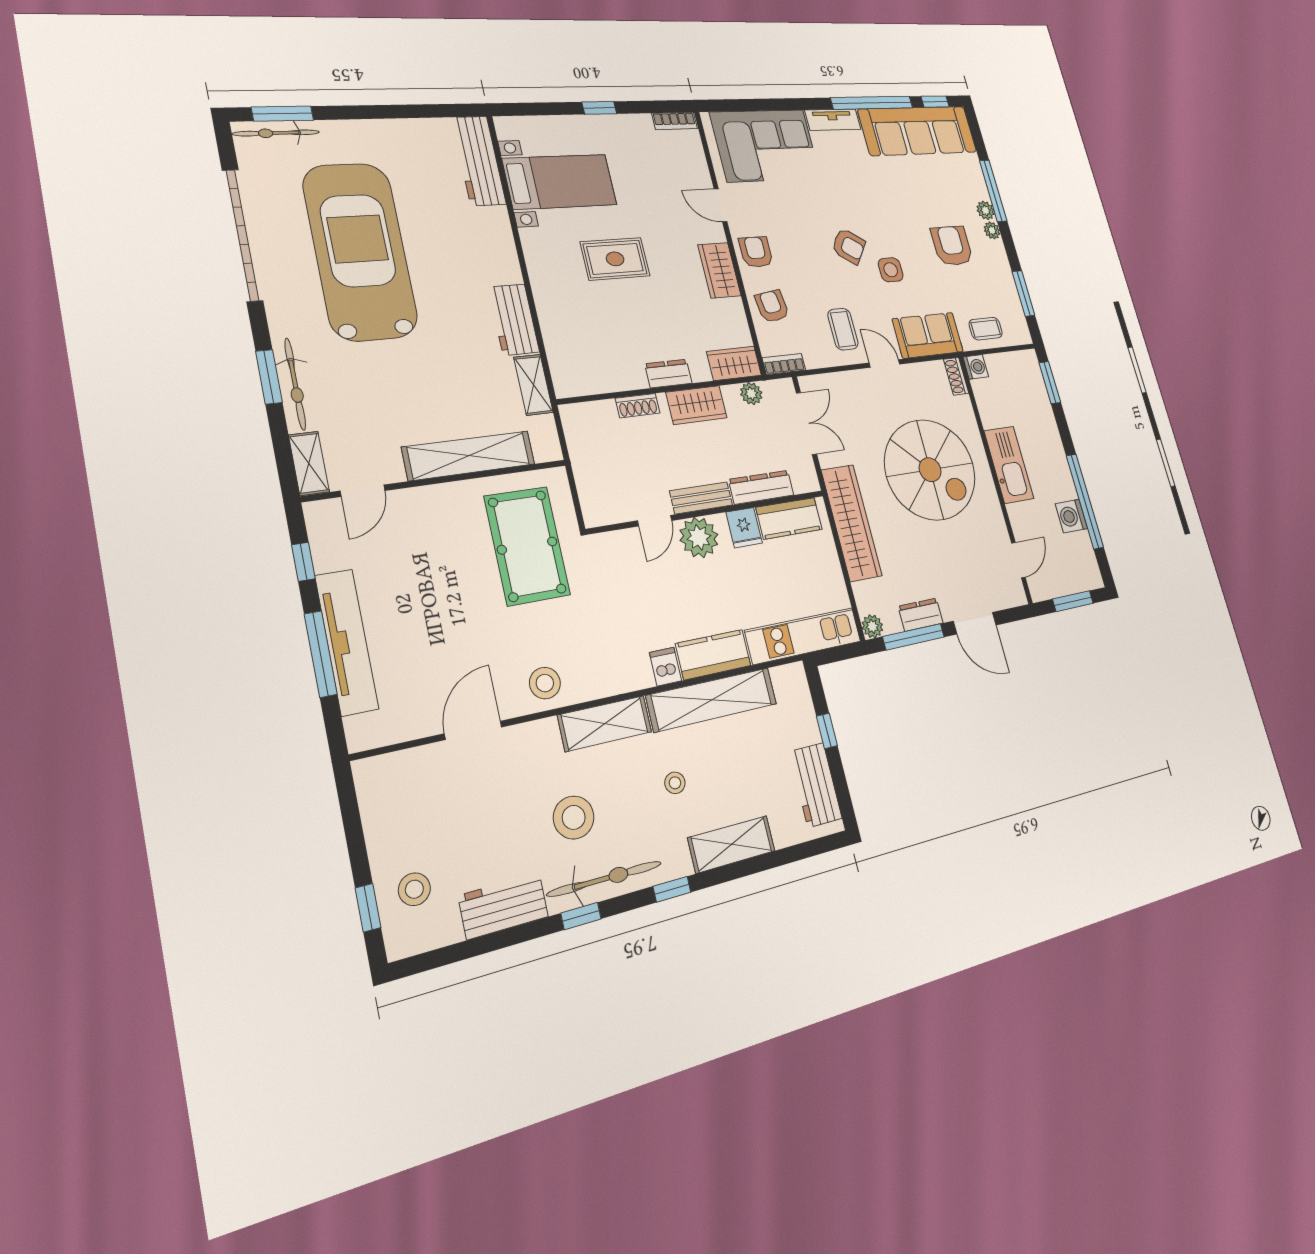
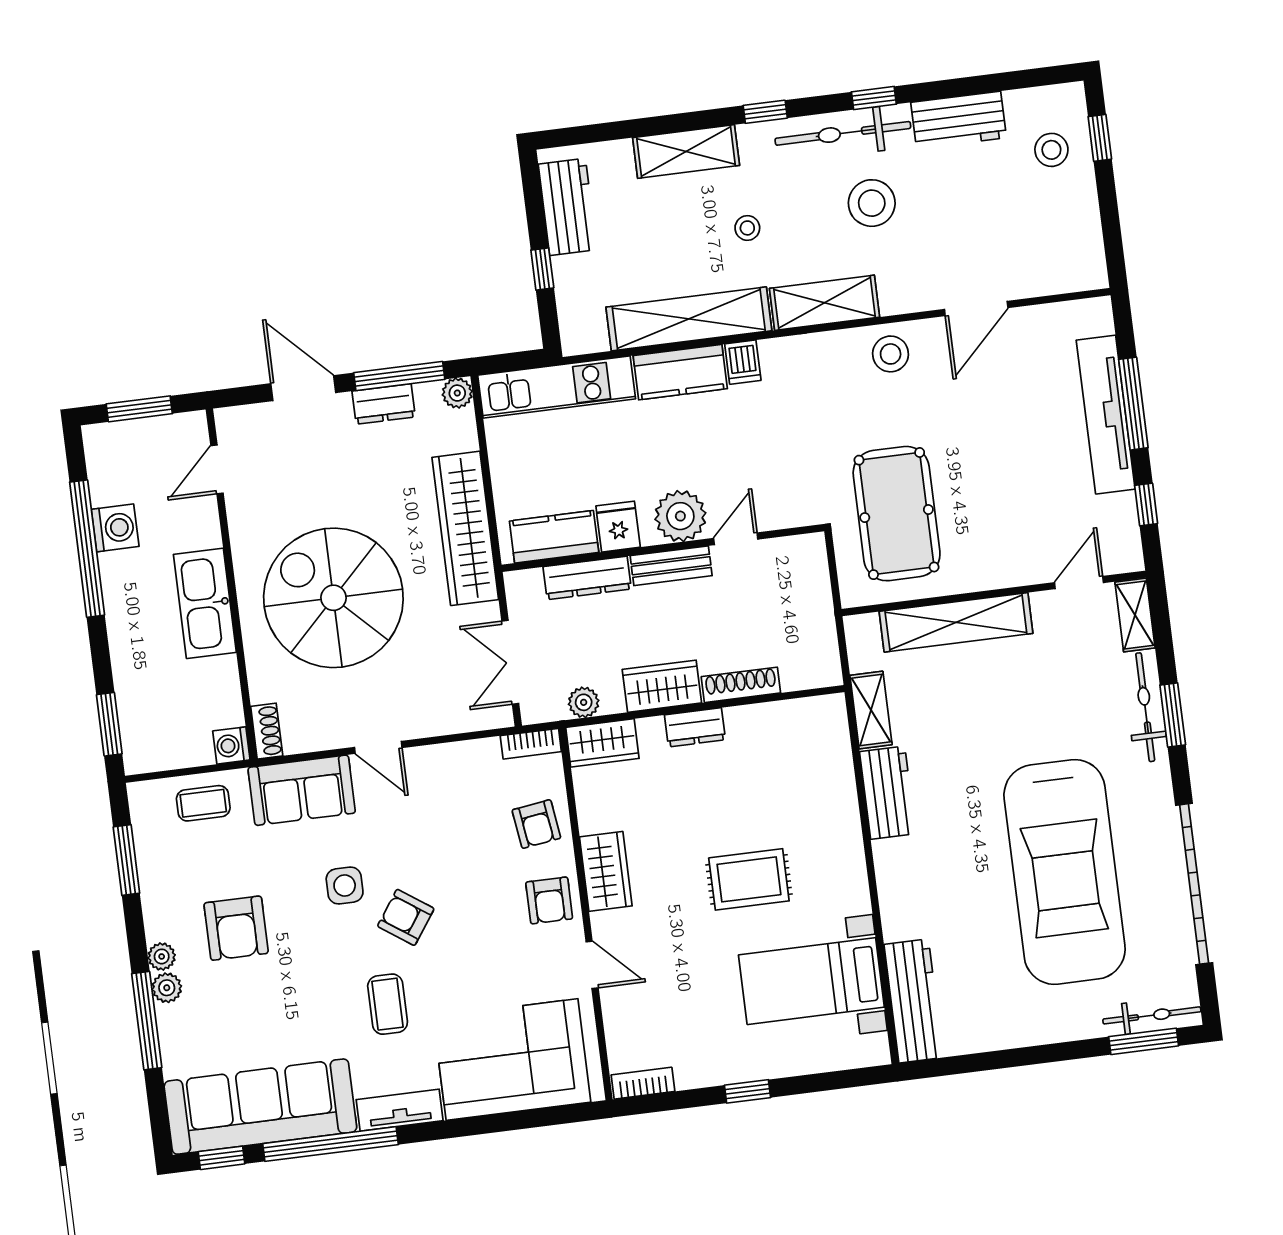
coffee table: (843, 329) -> (388, 1004), moved
shoe rack: (638, 406) -> (741, 685), width x1.43

